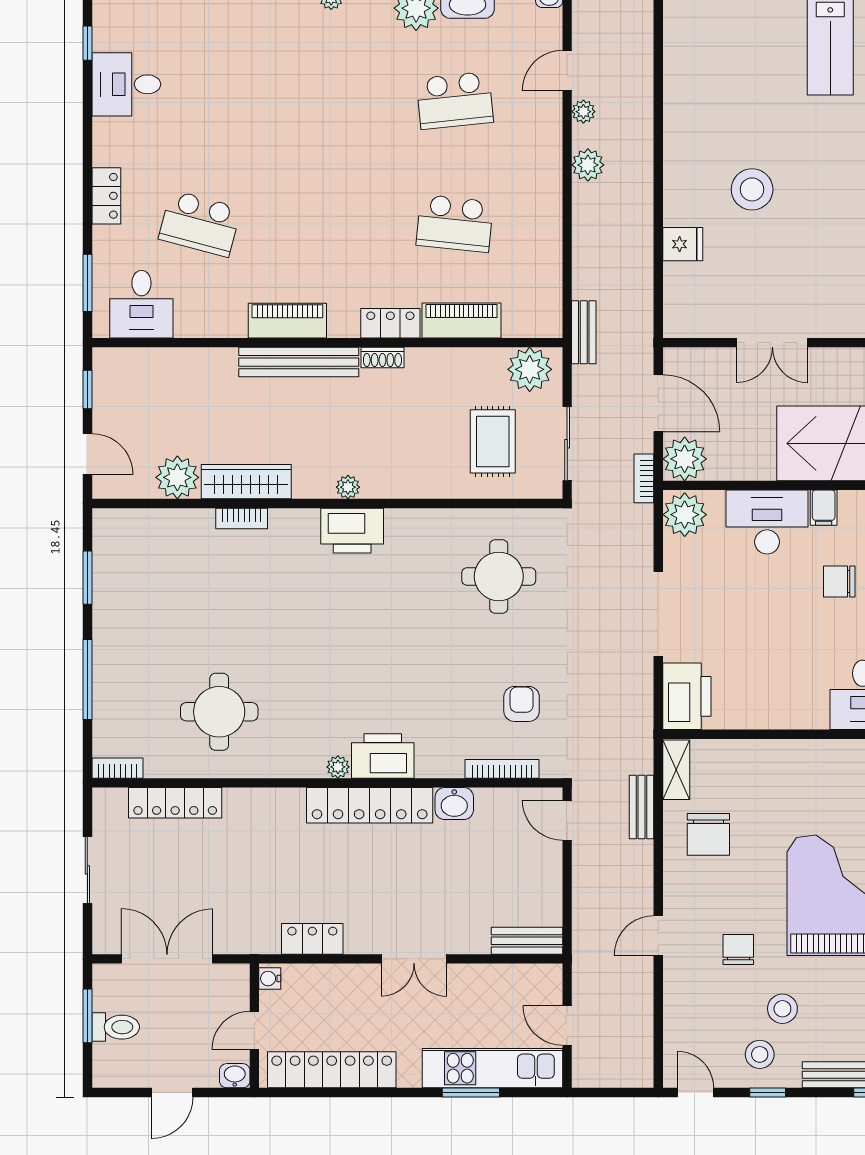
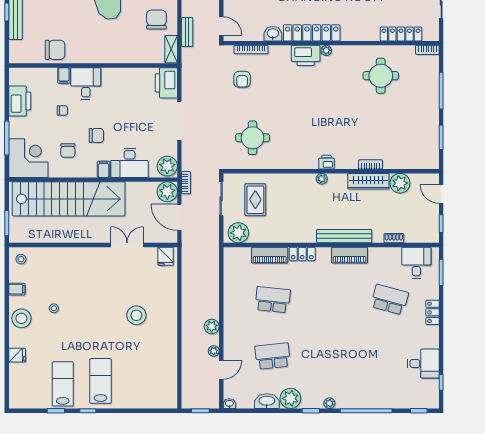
fridge: (683, 244) -> (166, 256), moved, turned -90
bench: (584, 332) -> (214, 250), removed
shoe rack: (382, 358) -> (394, 238), moved
printer: (352, 531) -> (326, 162), width x0.53, depth x0.68

